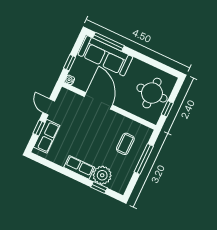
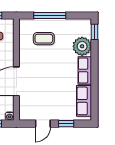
row of seats: (47, 136) -> (84, 101), moved, turned -90
window: (99, 188) -> (95, 32), moved

